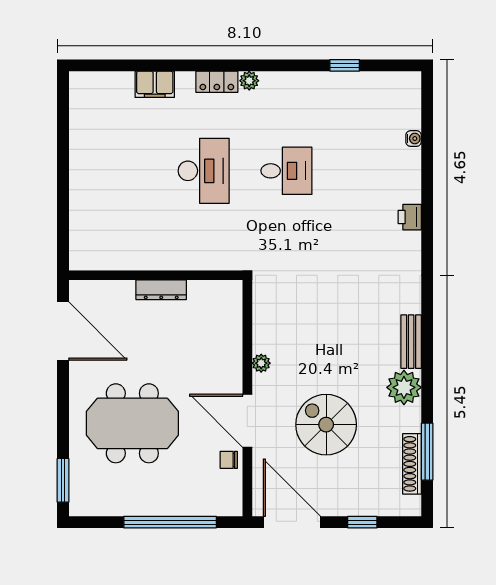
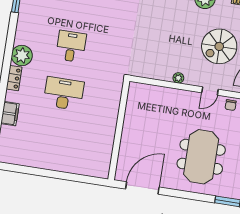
plant: (249, 81) -> (22, 56), width x1.88, depth x1.88
dresser: (161, 290) -> (128, 128), removed
door: (247, 421) -> (210, 91), width x0.53

